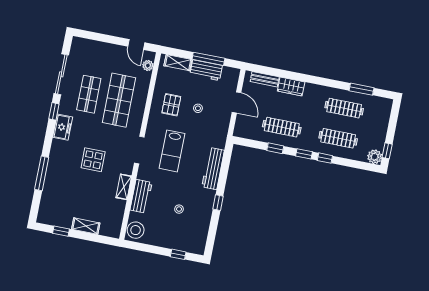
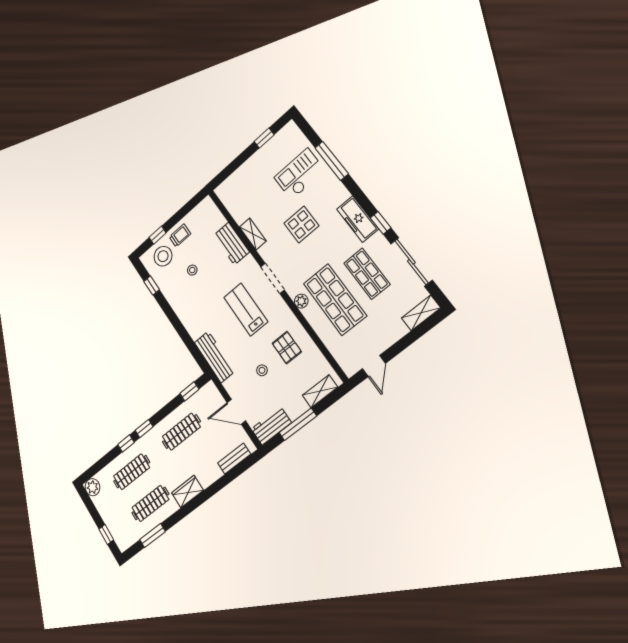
door: (136, 45) -> (374, 366), swing flipped
plant: (148, 65) -> (301, 301), moved
workbench: (206, 70) -> (271, 426), moved
wardrobe: (291, 86) -> (187, 492), moved
freezer: (63, 127) -> (358, 219), width x1.40
window: (275, 148) -> (189, 391), moved
window: (387, 151) -> (106, 534), moved
workbench: (213, 169) -> (215, 357), moved
checkout: (65, 188) -> (300, 174), added
window: (218, 203) -> (152, 285), moved
shelving: (86, 226) -> (421, 313), moved
stool: (136, 230) -> (163, 256), moved
trolley: (165, 237) -> (180, 235), added

